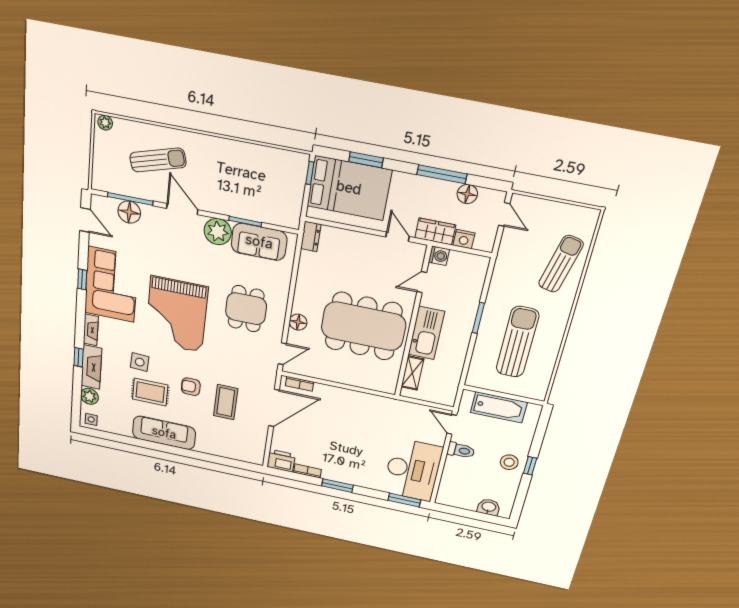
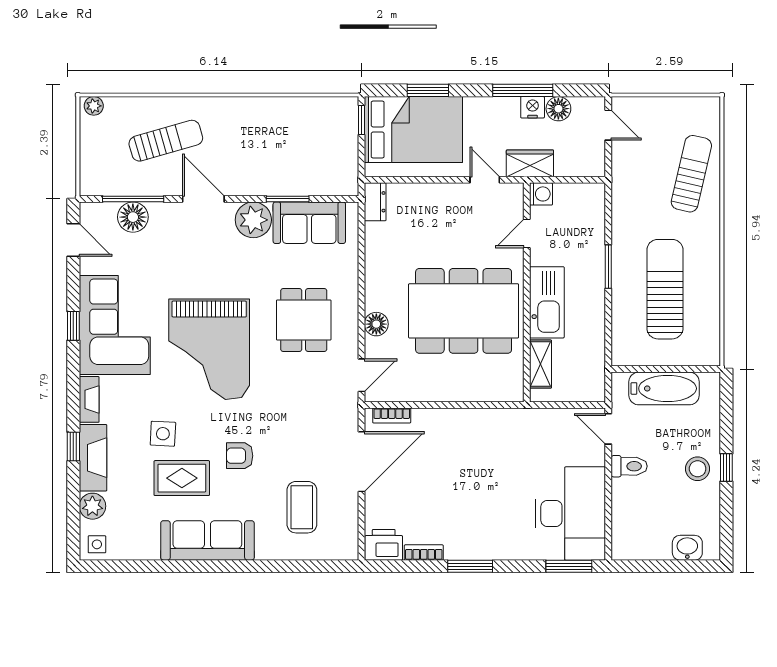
nightstand: (464, 239) -> (533, 107), moved, turned 180
coffee table: (226, 402) -> (302, 507), moved

